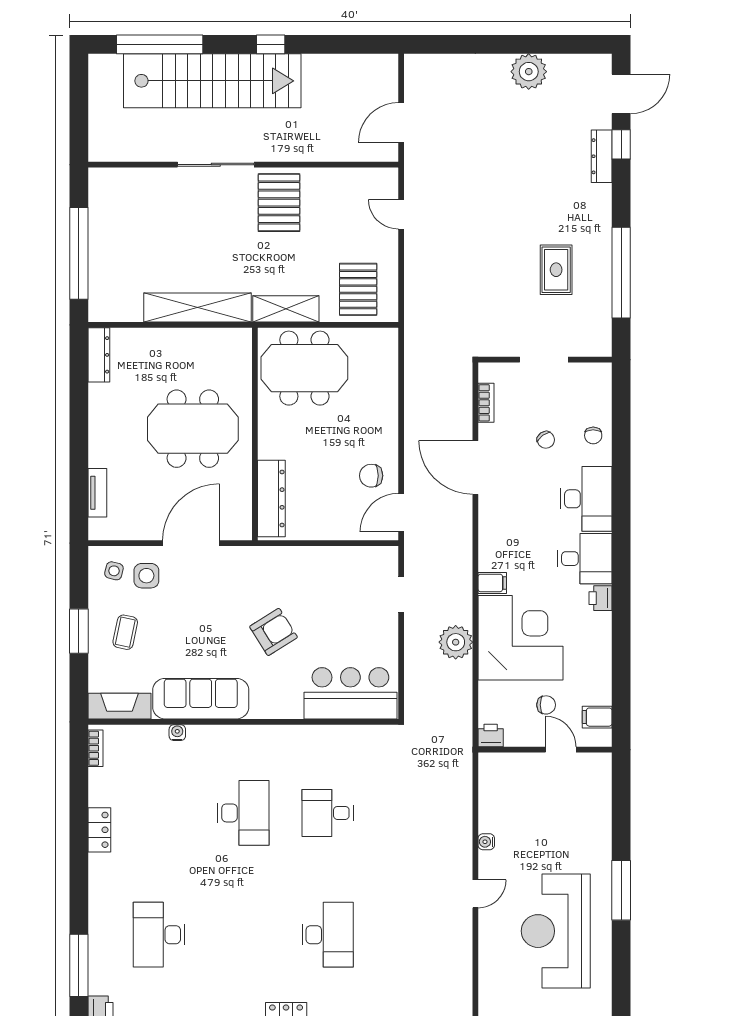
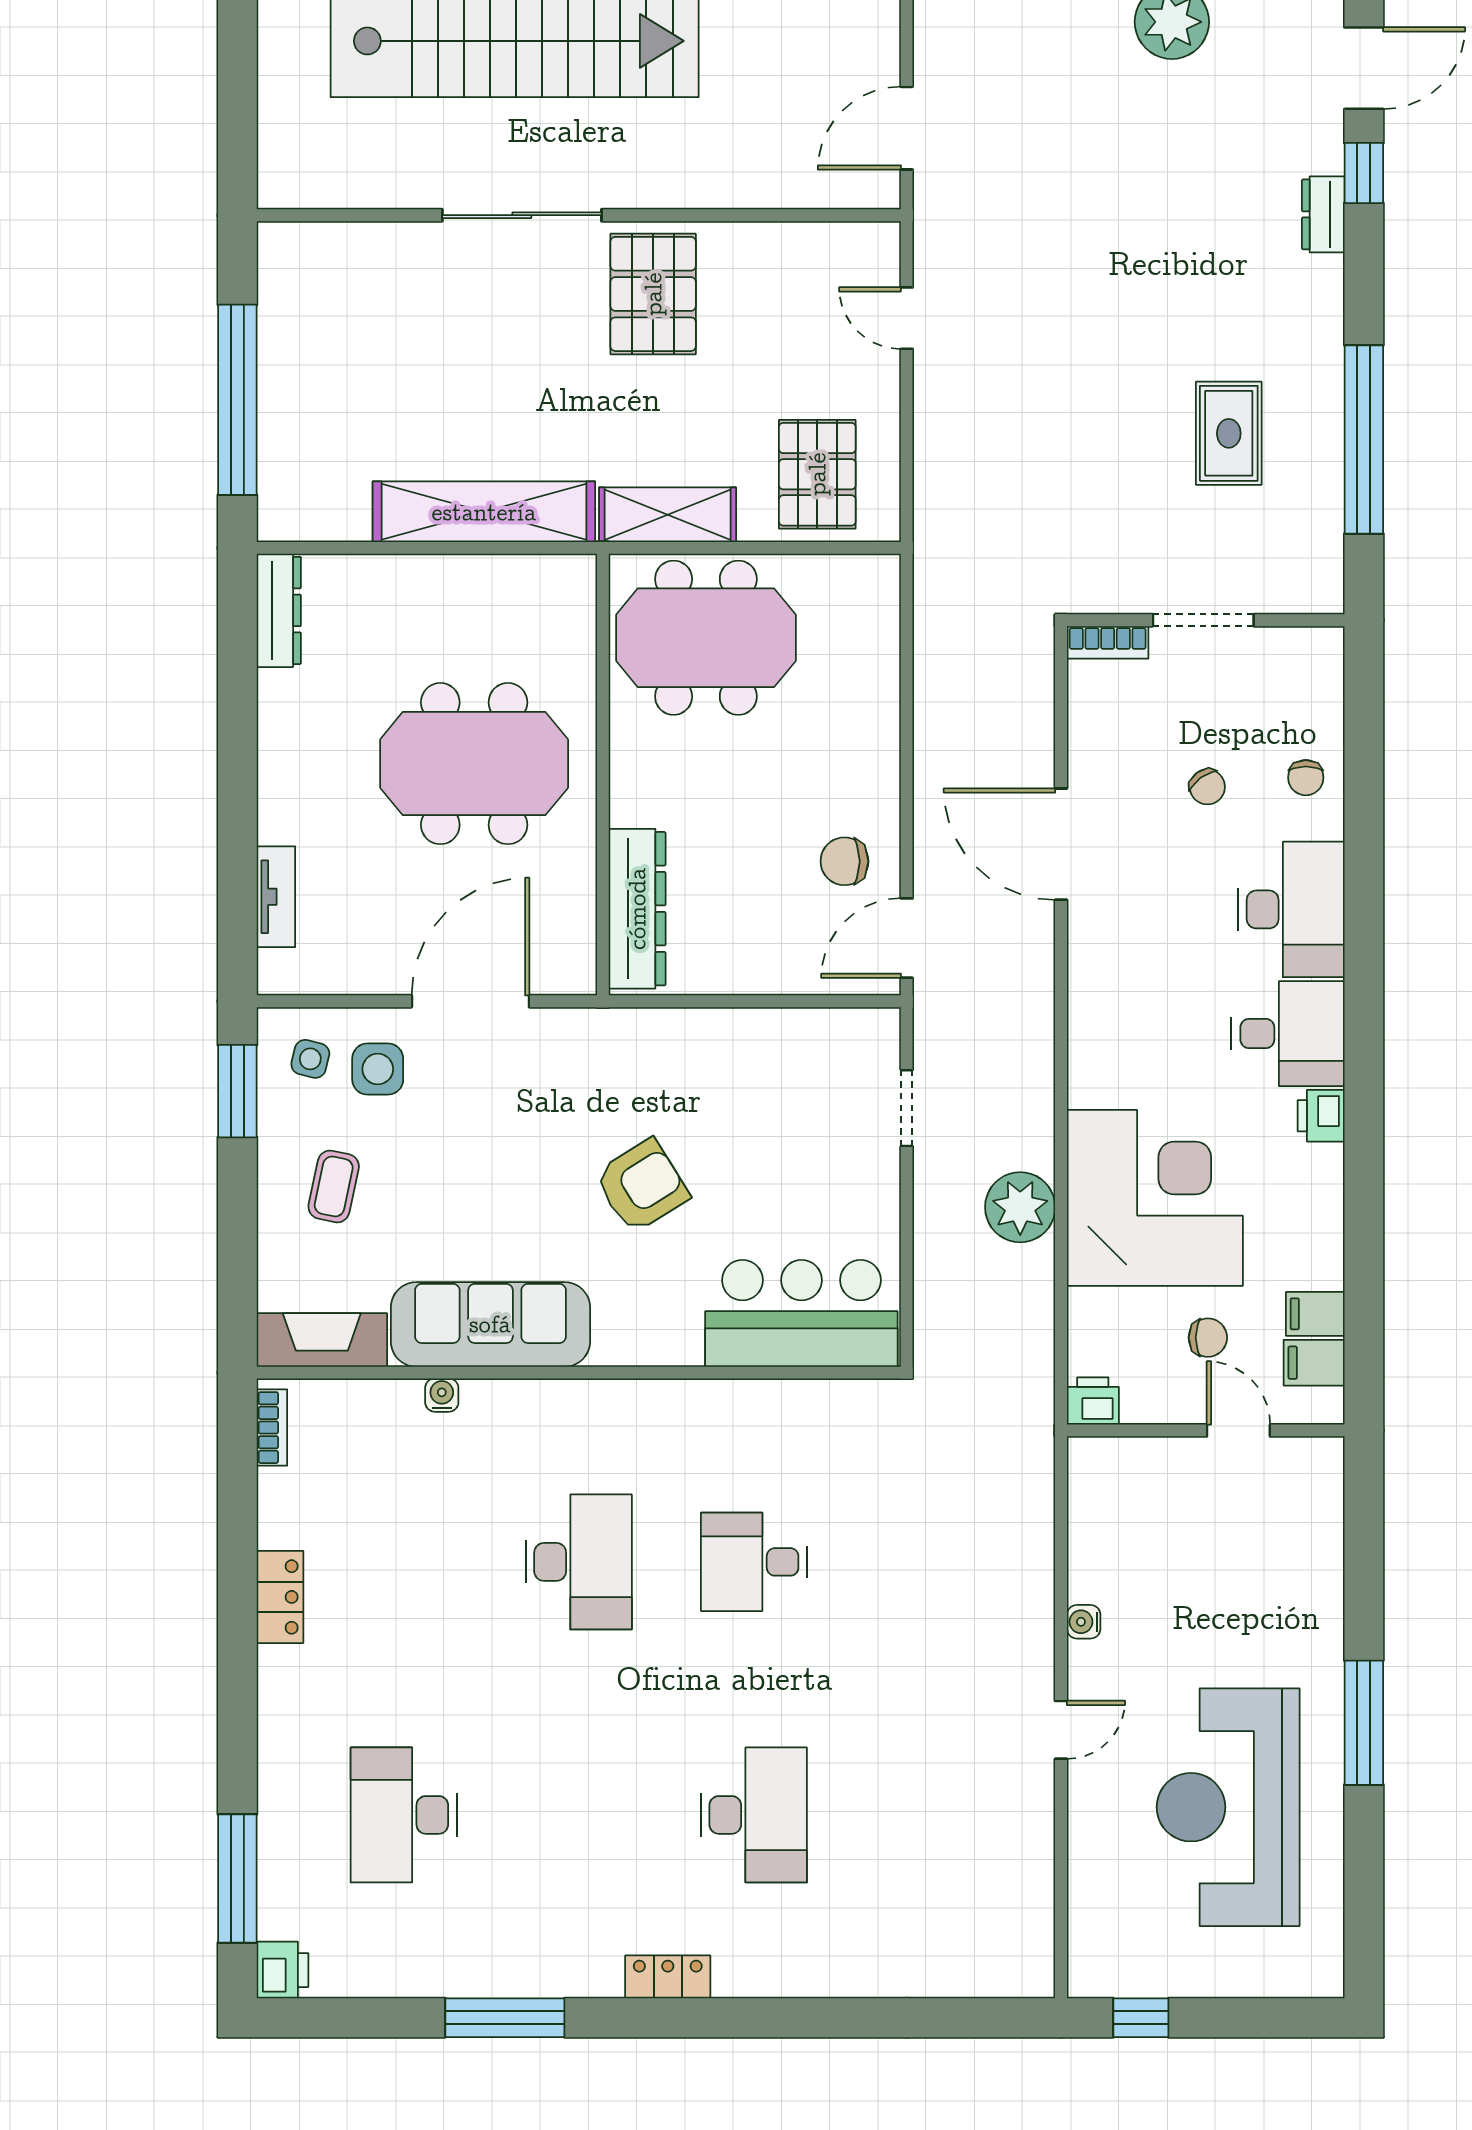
dresser: (602, 156) -> (1323, 214), width x0.70
bookcase: (486, 403) -> (1108, 642), moved, turned 90
filing cabinet: (492, 583) -> (1315, 1314), moved, turned 180
window: (79, 631) -> (237, 1091), moved

